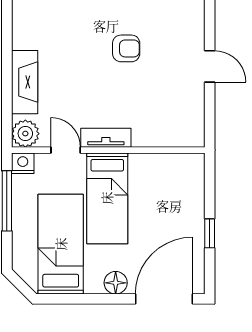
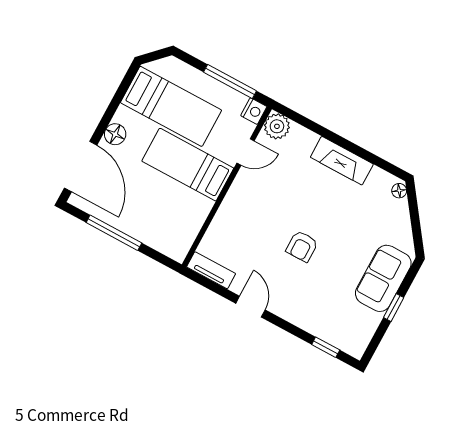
door: (210, 66) -> (250, 307), swing flipped
fireplace: (25, 82) -> (342, 161), moved
tv unit: (106, 138) -> (211, 270), moved, turned -90
window: (210, 233) -> (114, 233), width x2.17

